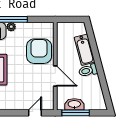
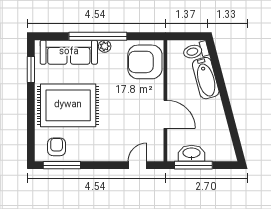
armchair: (39, 51) -> (145, 62), moved, turned -90
toilet: (88, 70) -> (196, 51), moved

